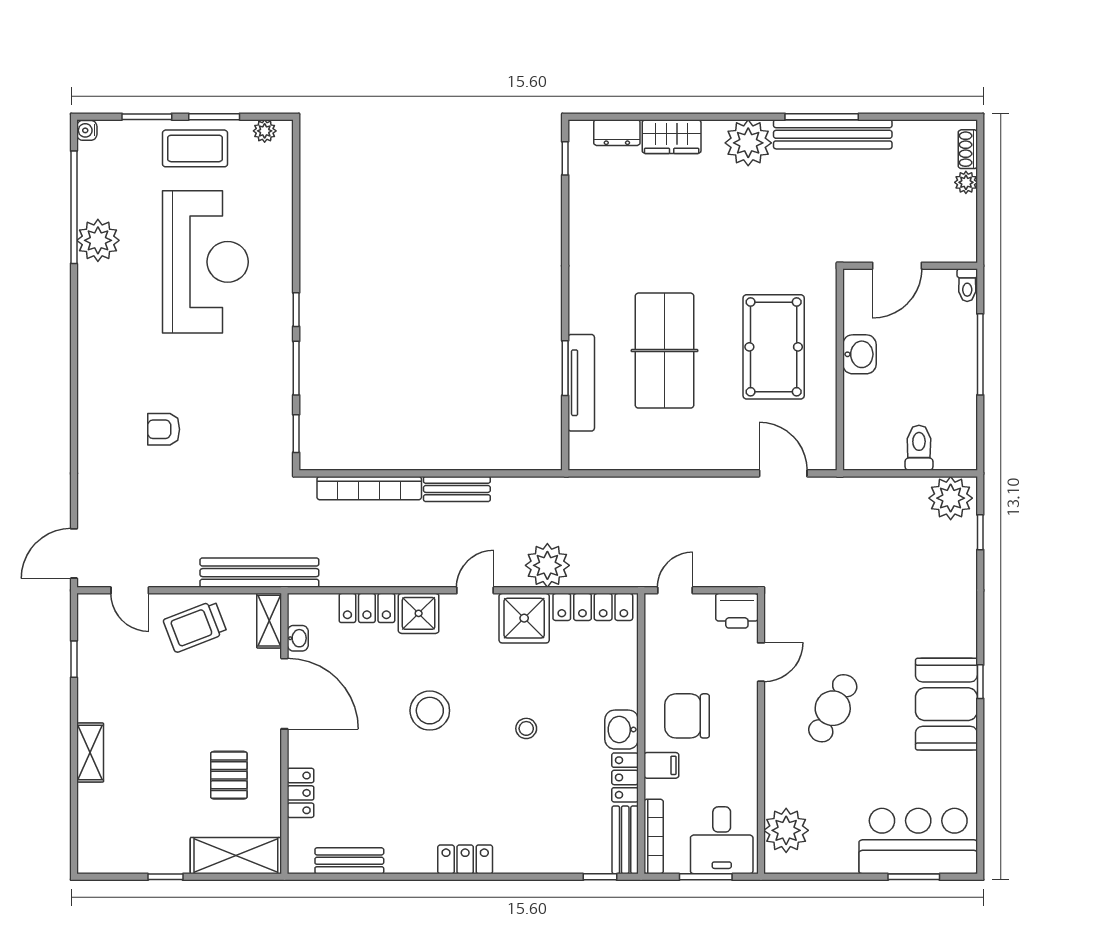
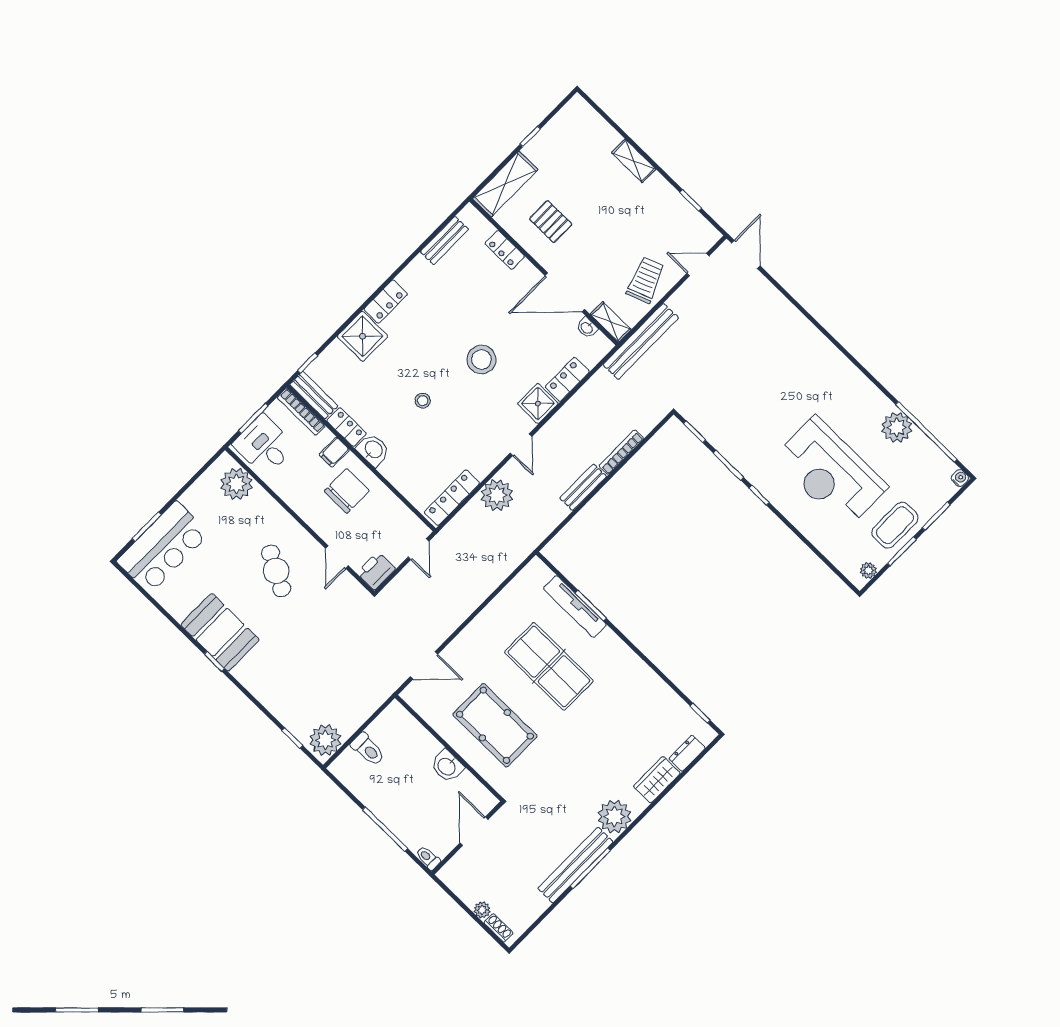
armchair: (164, 429) -> (765, 365), removed
bookcase: (369, 488) -> (621, 452), width x0.68, depth x0.76
shower: (524, 618) -> (362, 336), moved

